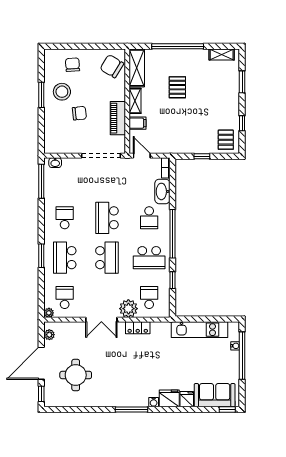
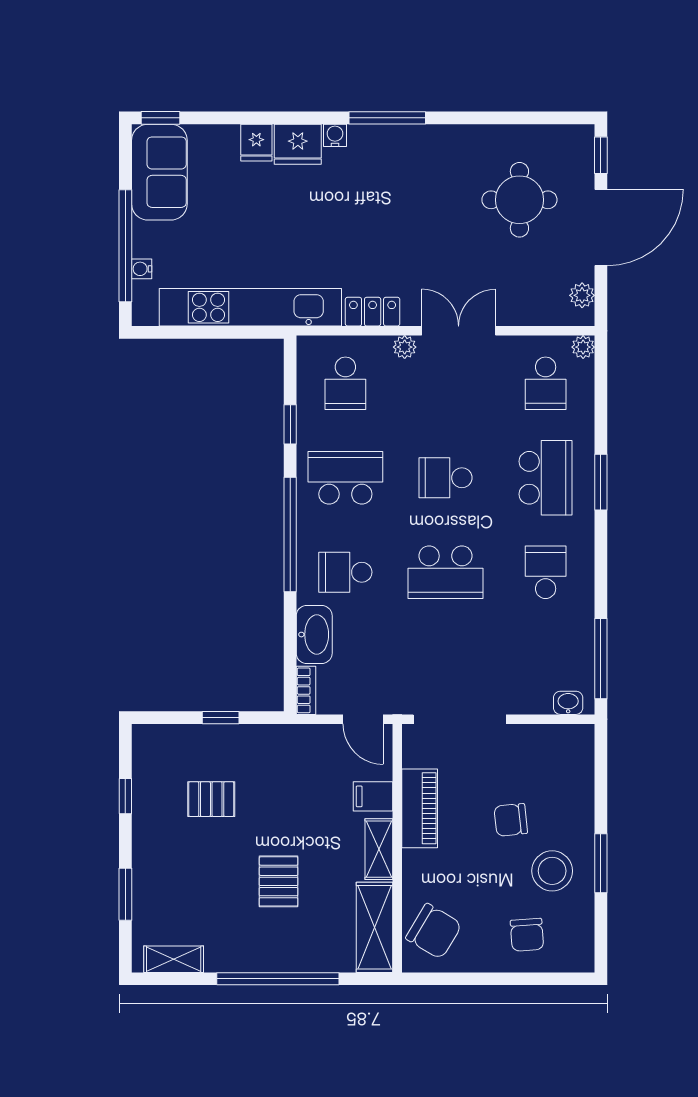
pallet: (226, 140) -> (211, 799), moved, turned 90
school desk: (65, 218) -> (546, 572), turned 180
school desk: (107, 218) -> (445, 572), turned 90
school desk: (149, 218) -> (345, 572), turned -90
school desk: (107, 258) -> (445, 478), width x0.54
plant: (128, 309) -> (405, 347), width x0.53, depth x0.53
kitchen unit: (200, 330) -> (250, 307), width x1.36
sofa: (215, 395) -> (159, 172), moved, turned -90

